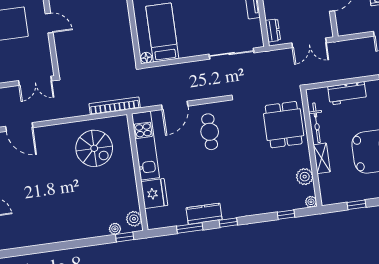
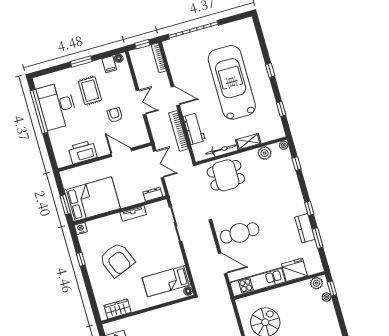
bookcase: (115, 106) -> (179, 131), moved
cafe table: (210, 132) -> (240, 233), width x1.37, depth x1.35

